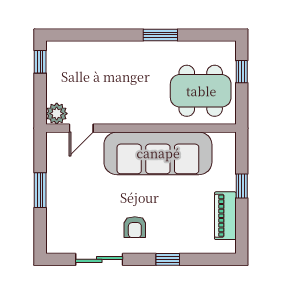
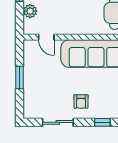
plant: (57, 114) -> (30, 11), moved
door: (81, 128) -> (46, 37), hinge flipped

